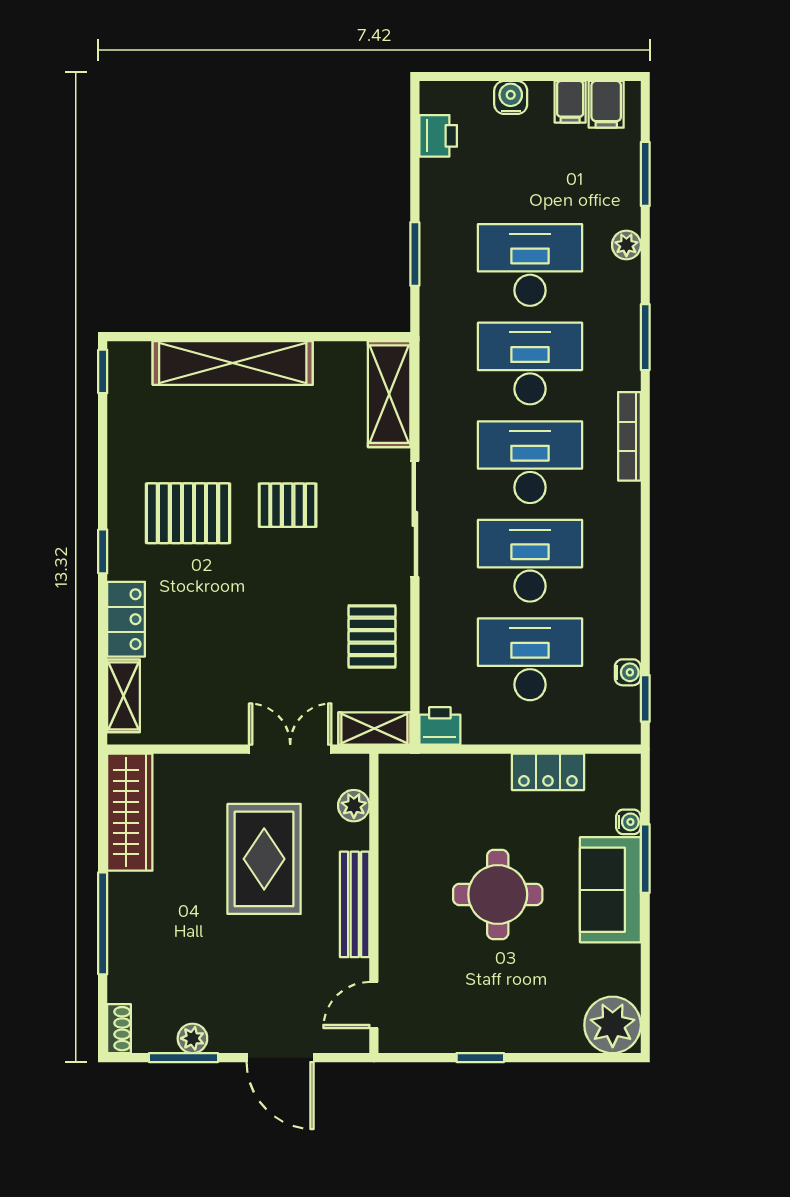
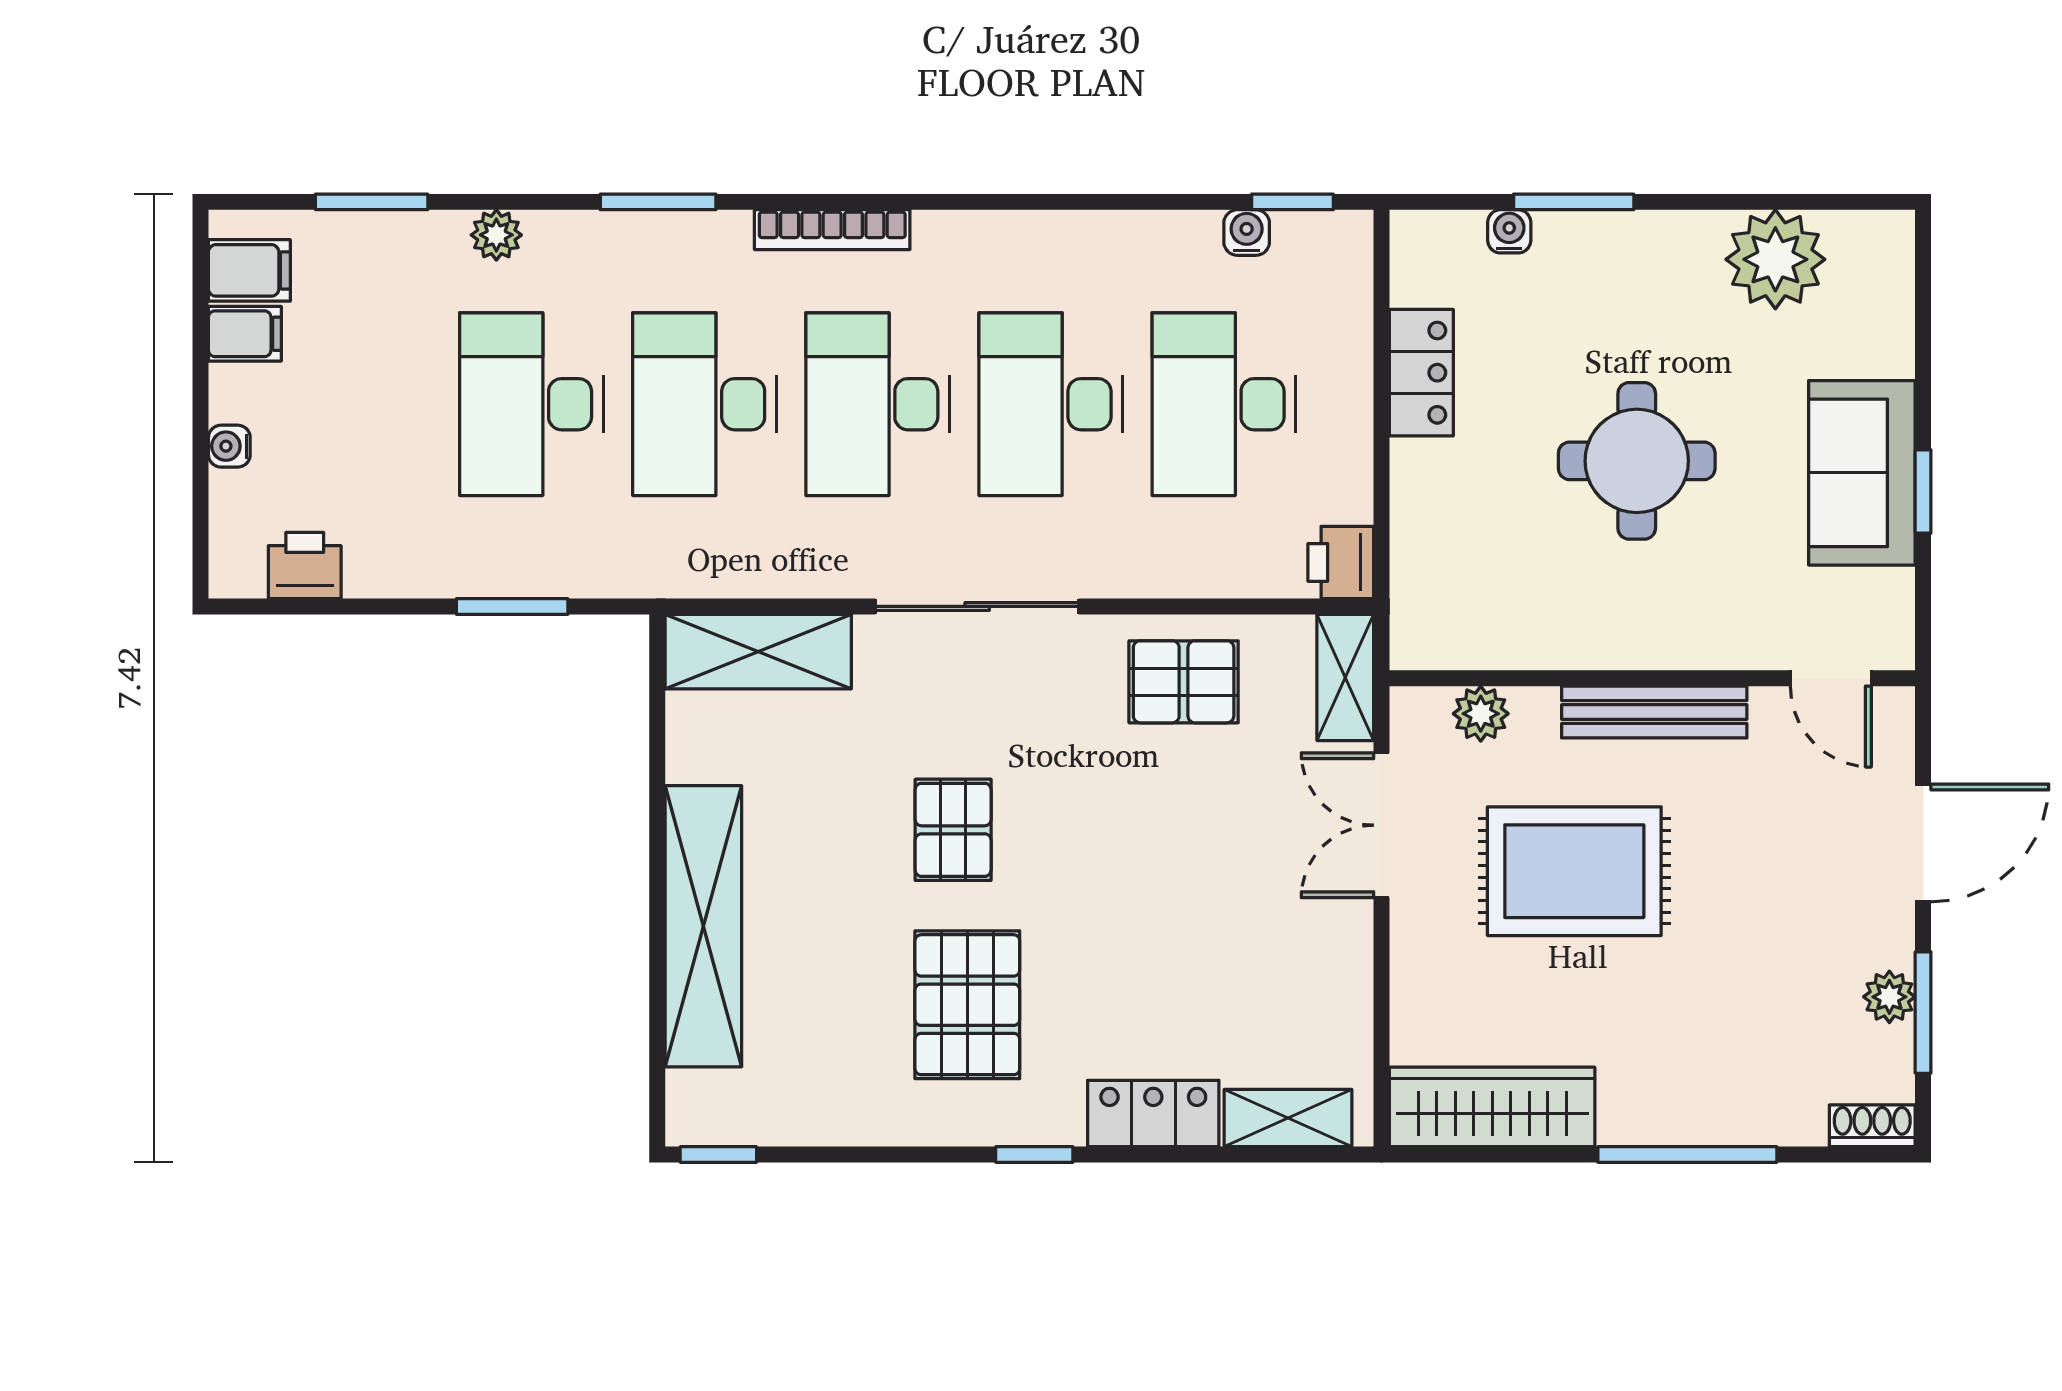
water cooler: (511, 97) -> (229, 446), width x0.72, depth x0.72
sofa: (610, 890) -> (1862, 473), moved, turned 90
plant: (613, 1025) -> (1775, 259), moved

